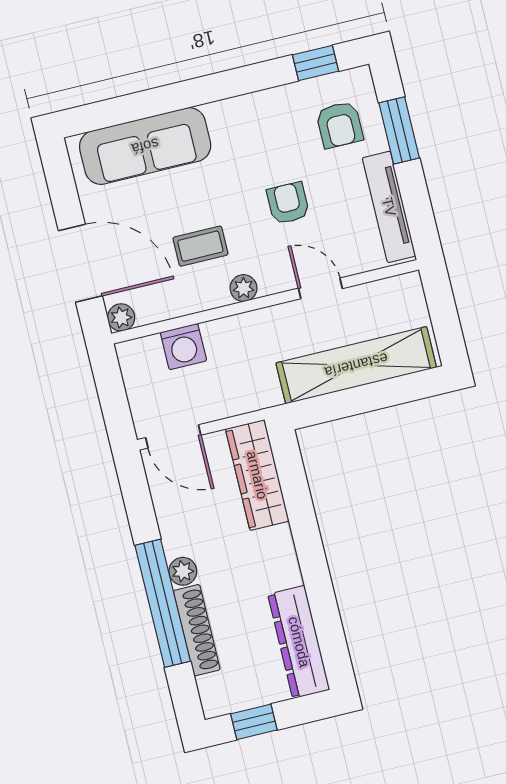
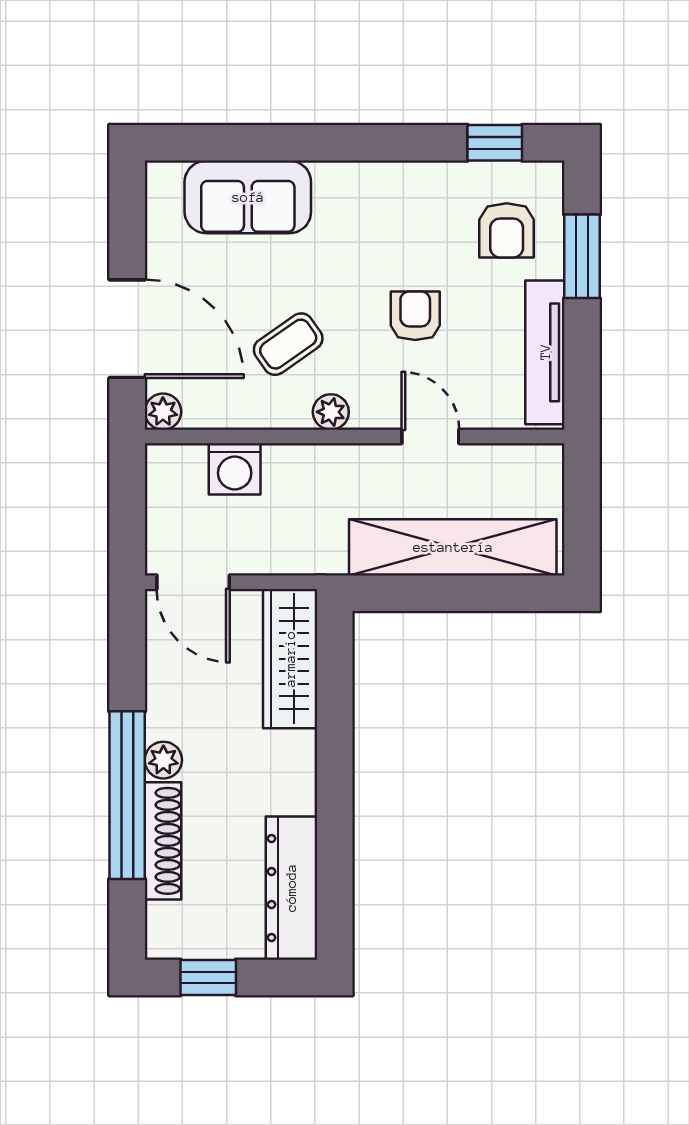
sofa: (145, 146) -> (248, 197), width x0.73
coffee table: (200, 246) -> (288, 344), turned -35

